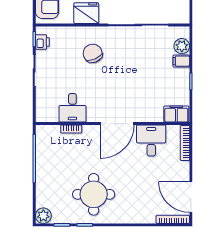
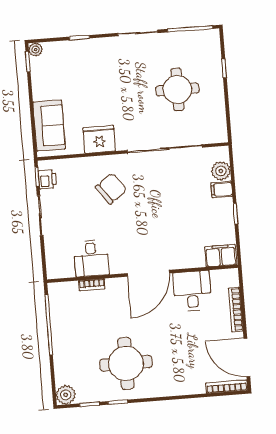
chair: (93, 53) -> (111, 189), turned 78
bookcase: (185, 143) -> (236, 309), moved

